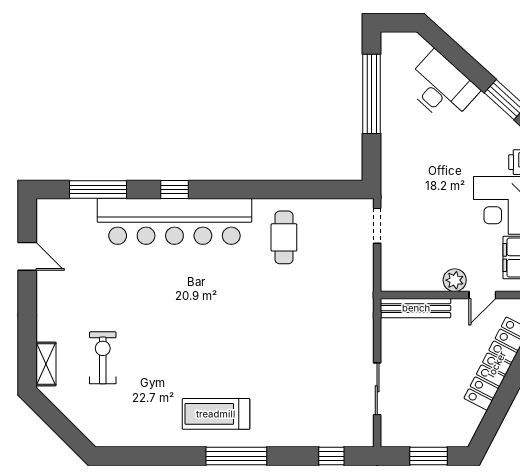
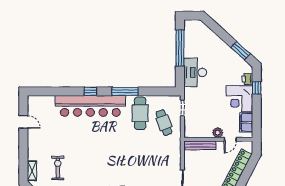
desk: (441, 87) -> (195, 72), moved, turned -132
window: (98, 189) -> (125, 91), moved
cafe table: (284, 237) -> (140, 113), width x1.37, depth x1.35
cafe table: (337, 258) -> (164, 123), added

